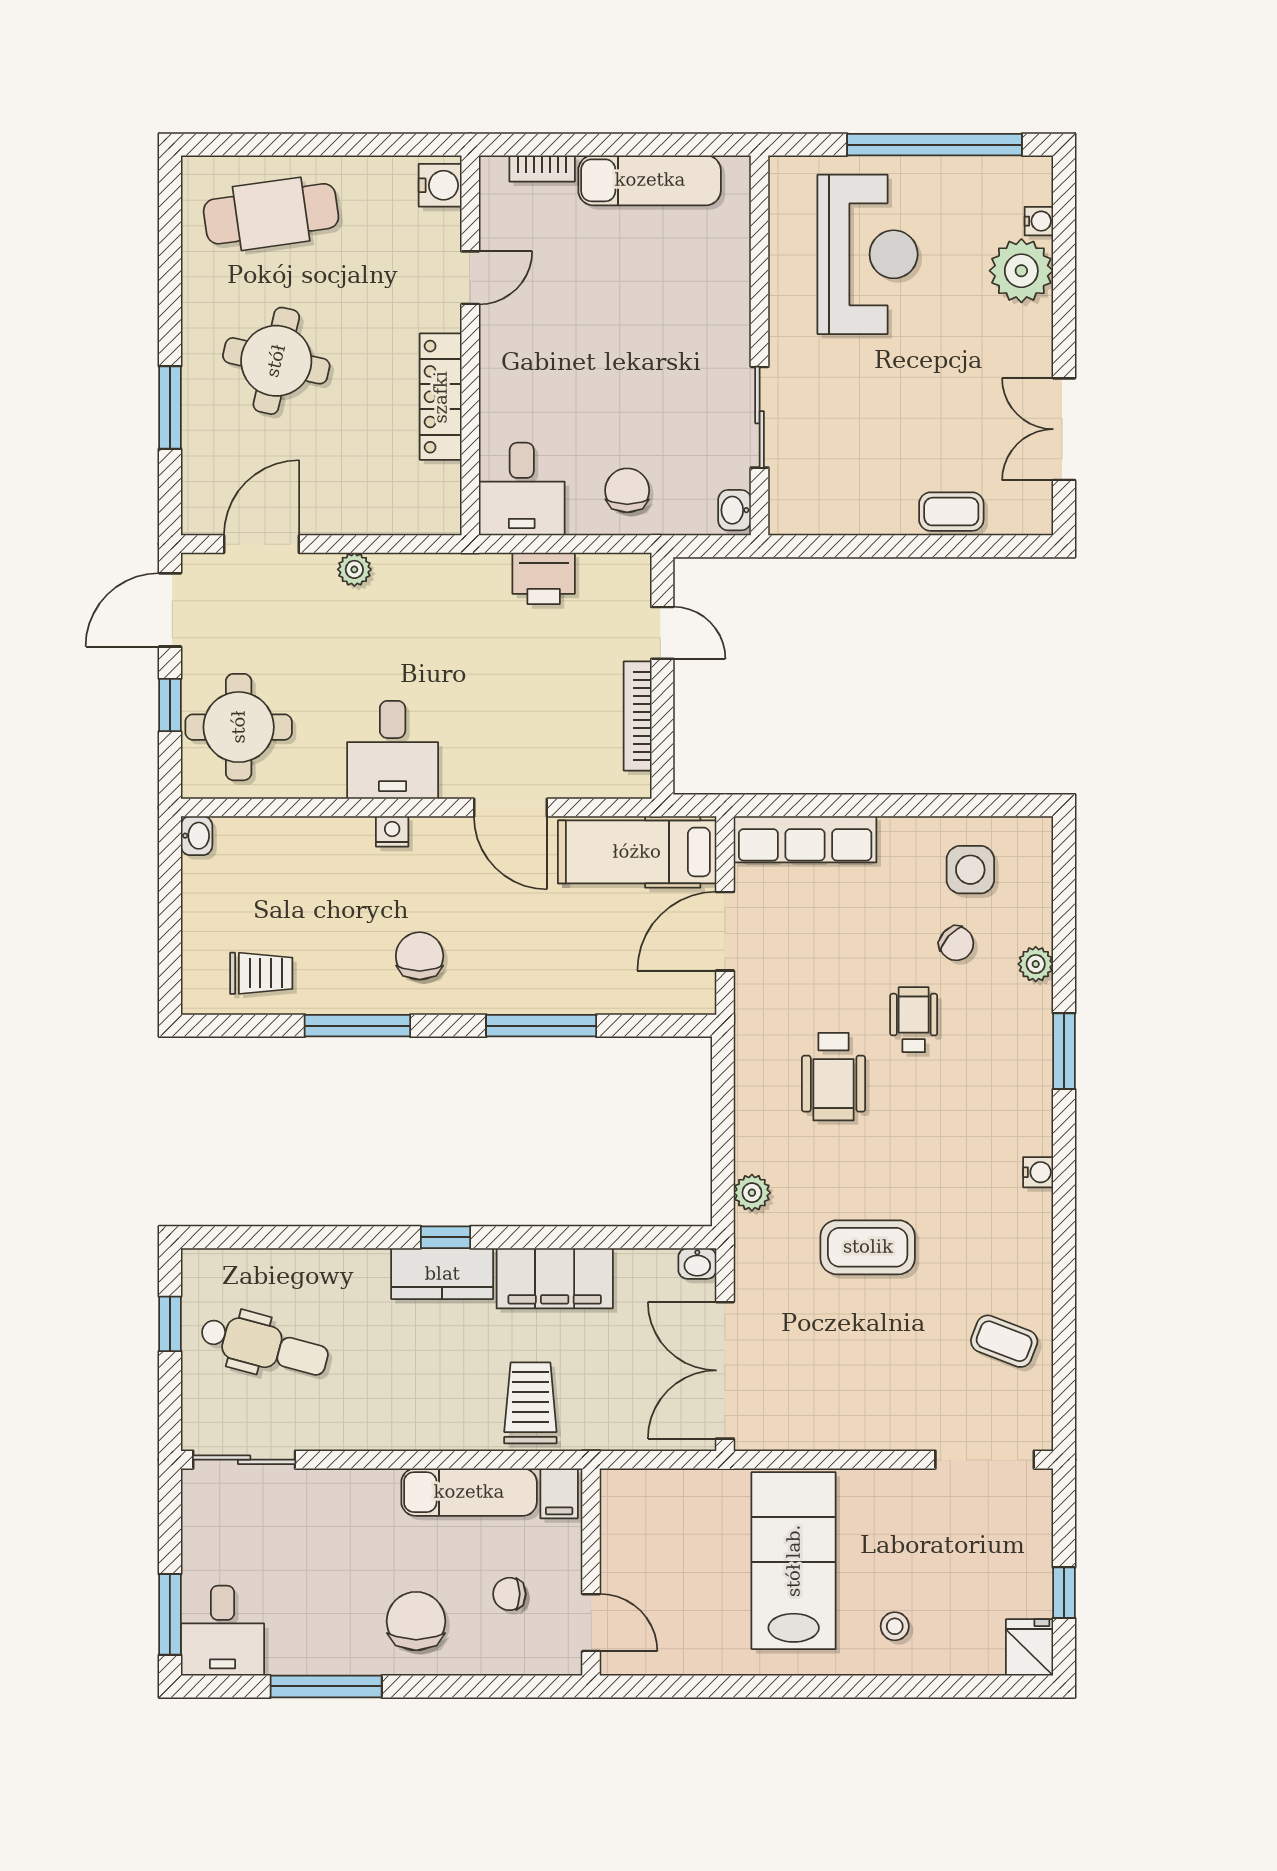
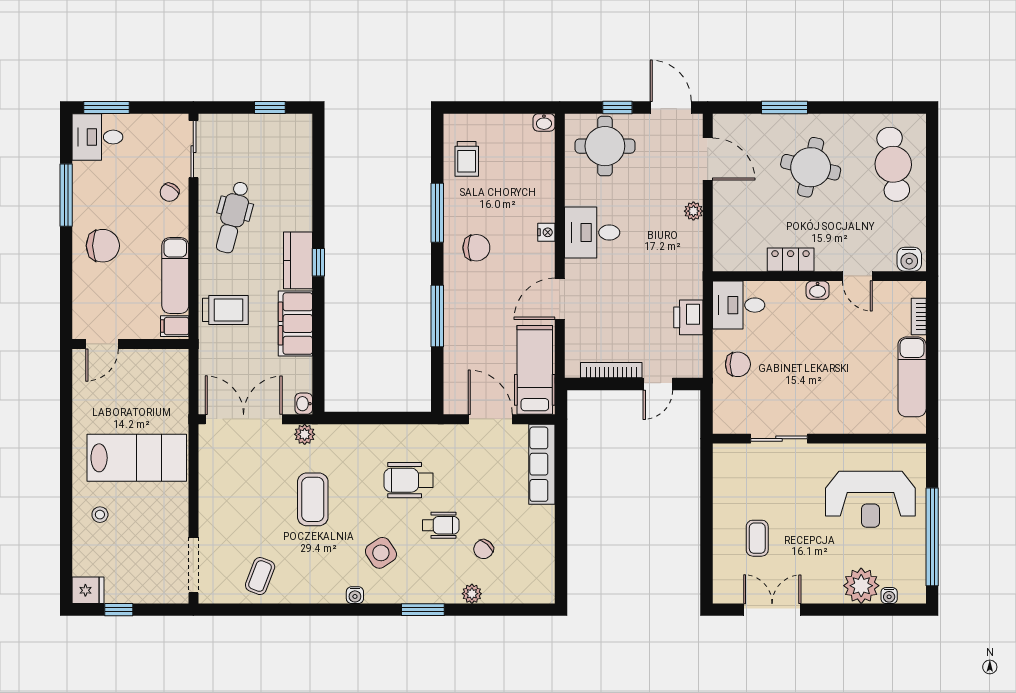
locker: (441, 397) -> (791, 260), width x0.66
washbasin: (735, 510) -> (818, 290), moved, turned 180
coffee table: (951, 512) -> (757, 538), moved
side table: (970, 870) -> (381, 553), moved, turned -33
plant: (752, 1193) -> (305, 434), moved
dental chair: (264, 1346) -> (233, 217), moved
chair: (509, 1594) -> (170, 192), moved, turned -147

